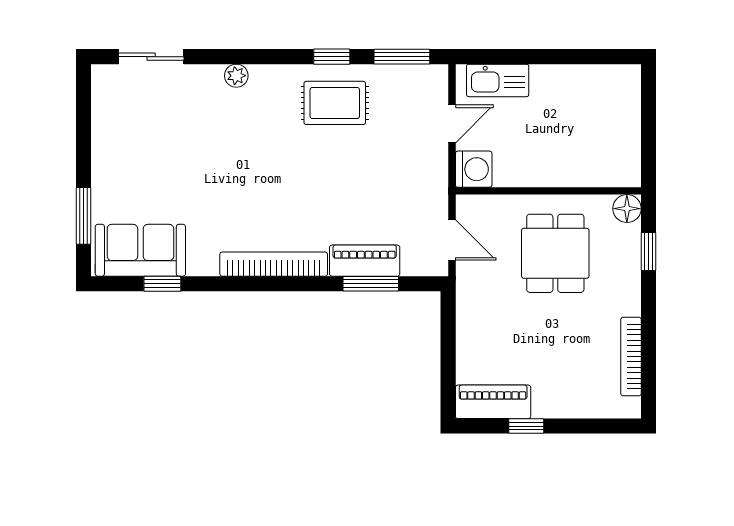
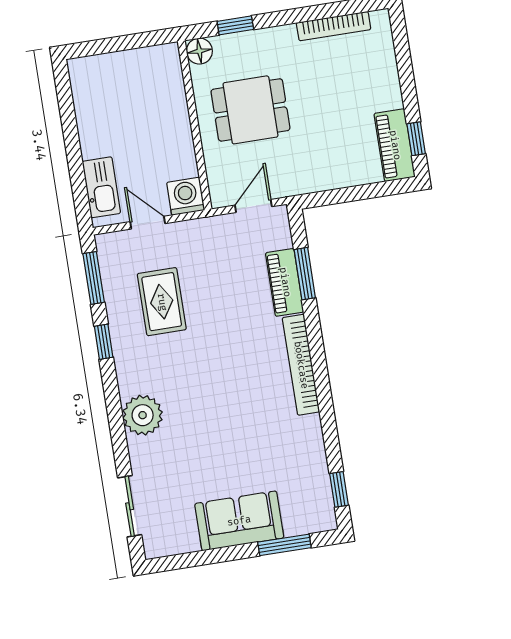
plant: (236, 76) -> (143, 415), width x1.88, depth x1.88
rug: (335, 103) -> (162, 302), moved
sofa: (140, 250) -> (239, 521), moved, turned 90
window: (162, 284) -> (339, 489), moved
window: (526, 426) -> (416, 139), moved

